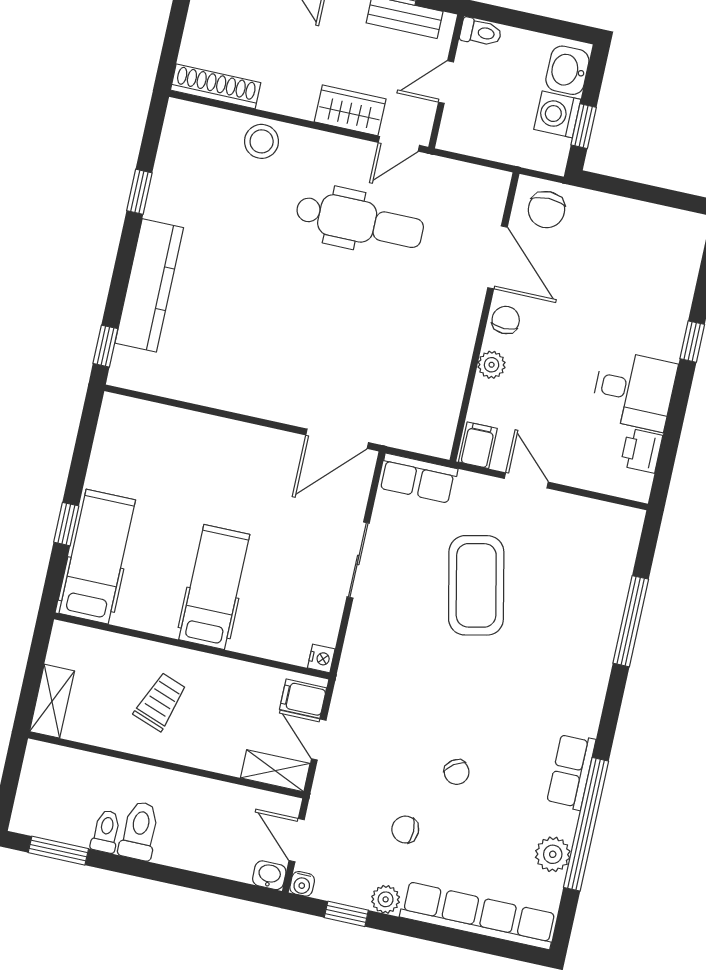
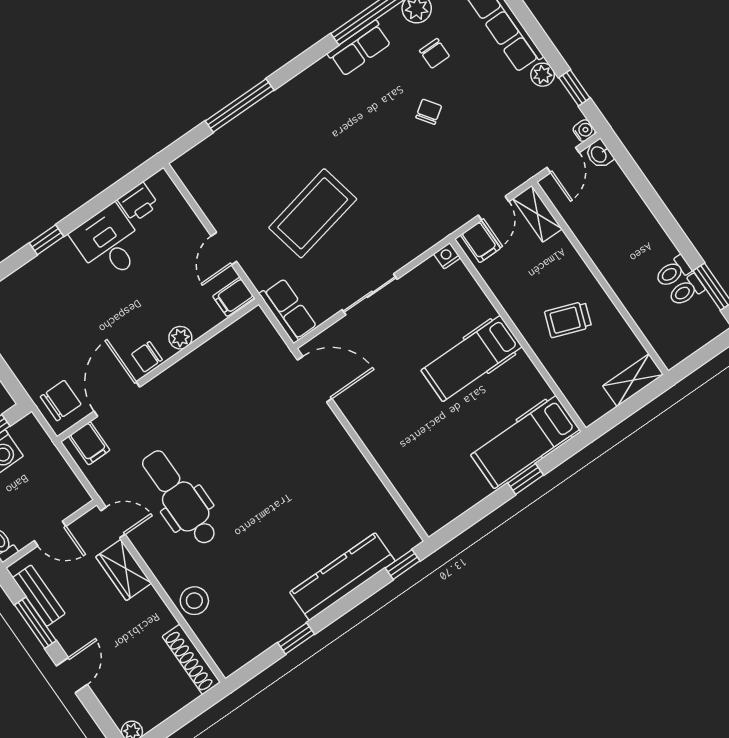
filing cabinet: (486, 195) -> (89, 443), added
chair: (405, 829) -> (434, 53), moved
toilet: (139, 831) -> (686, 290), moved, width x0.73, depth x0.72

